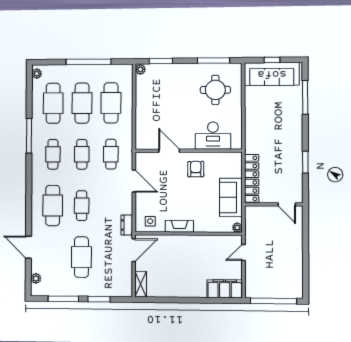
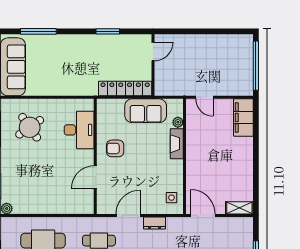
round table: (215, 90) -> (30, 127), turned -35
dresser: (127, 225) -> (154, 223), moved
fireplace: (179, 226) -> (177, 144), moved
plant: (237, 228) -> (178, 122), moved

